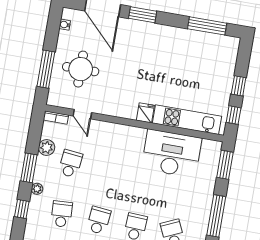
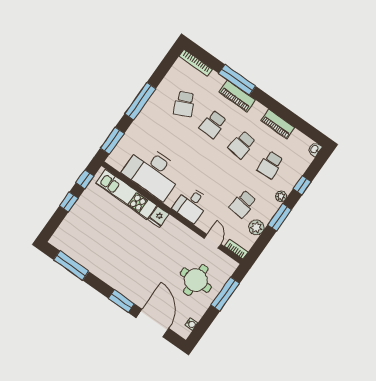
desk: (120, 140) -> (191, 204), added

